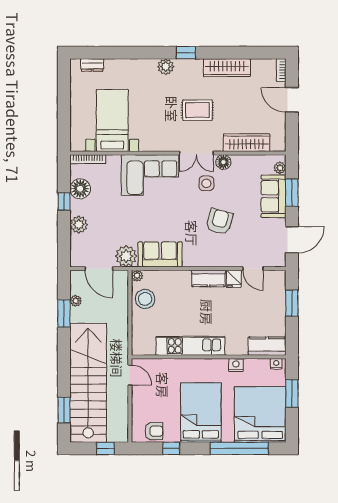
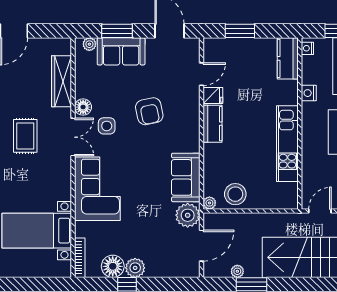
armchair: (220, 222) -> (149, 111), turned -117
plant: (79, 225) -> (135, 268), moved

